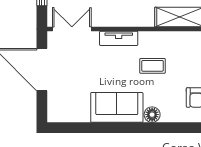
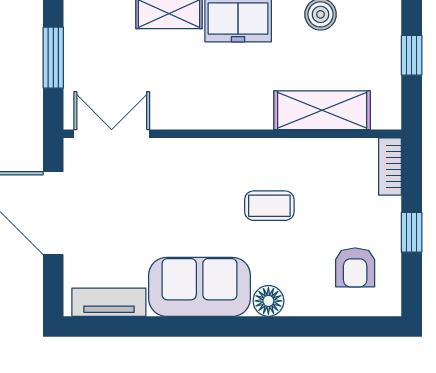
tv unit: (119, 38) -> (109, 302), moved, turned 180

